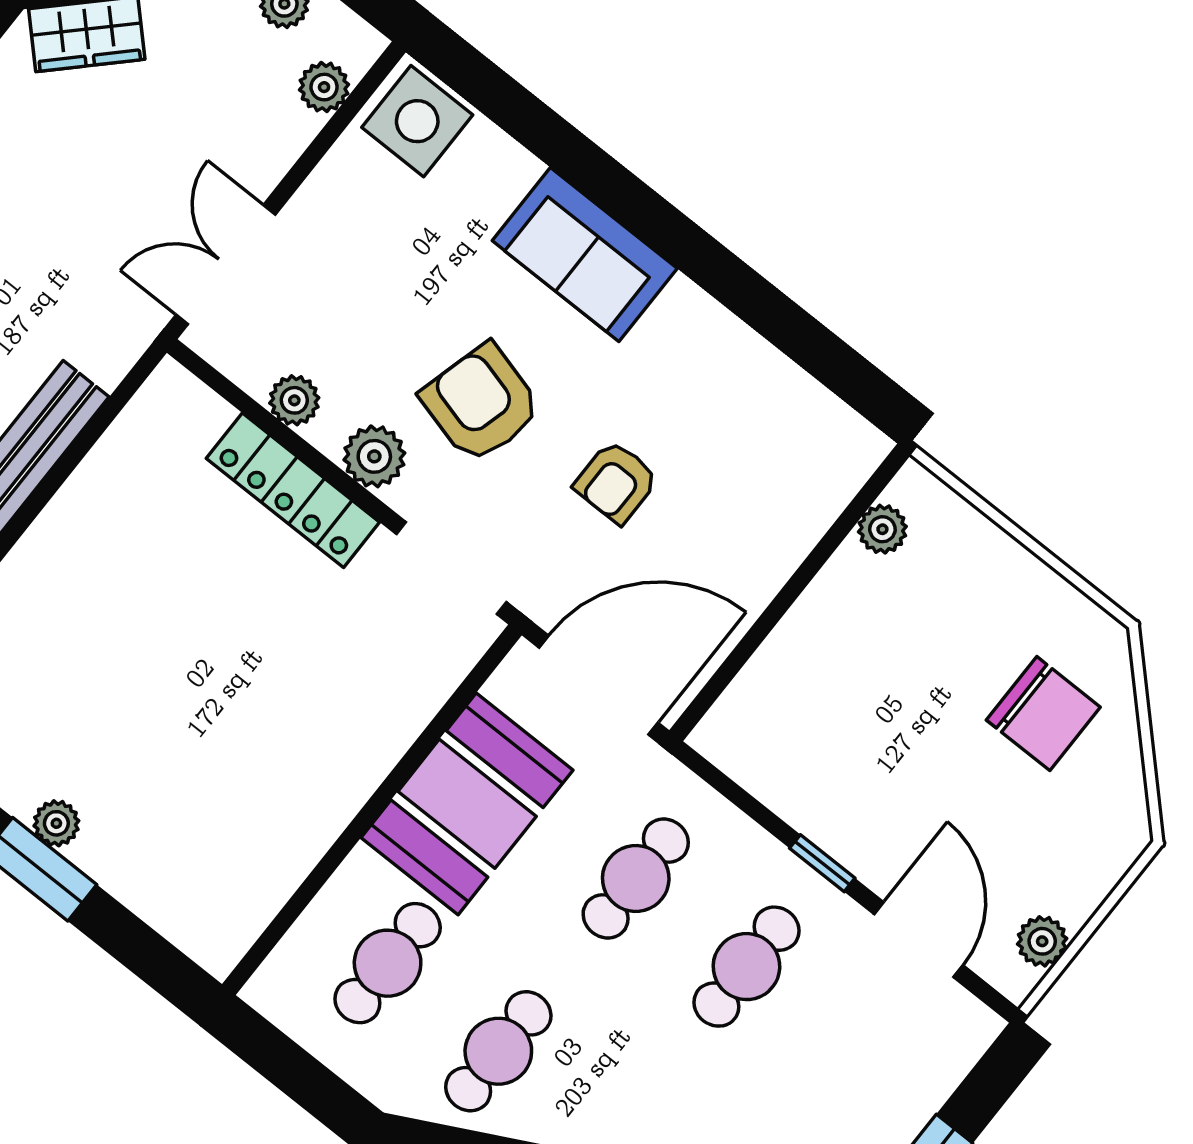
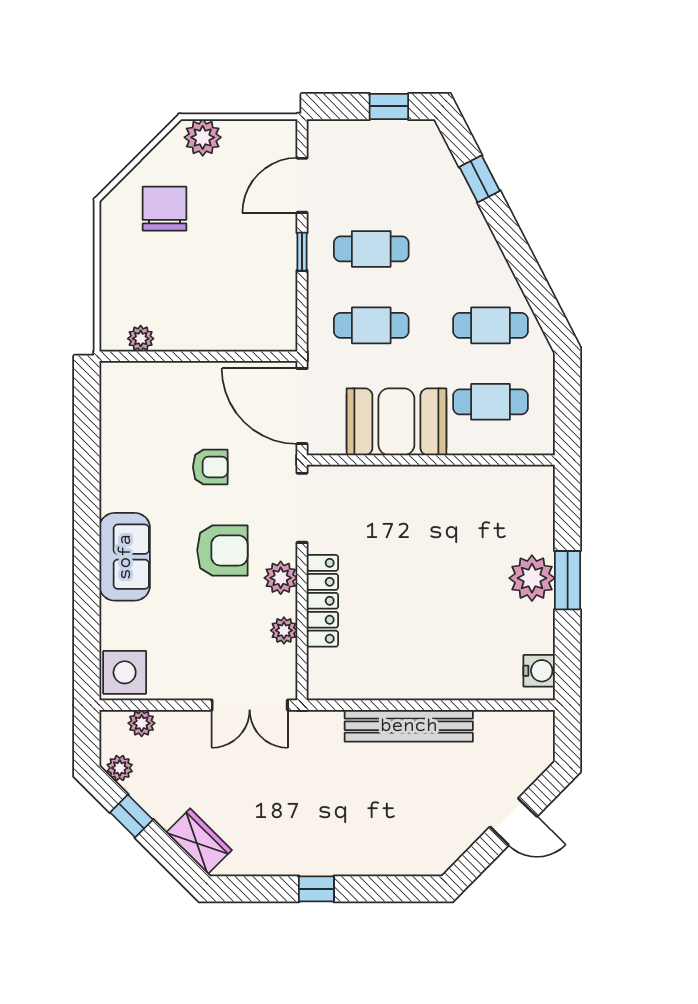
armchair: (481, 403) -> (222, 550), turned -105
plant: (56, 823) -> (532, 578), width x1.87, depth x1.87
plant: (1042, 941) -> (203, 137), moved, width x1.38, depth x1.38

